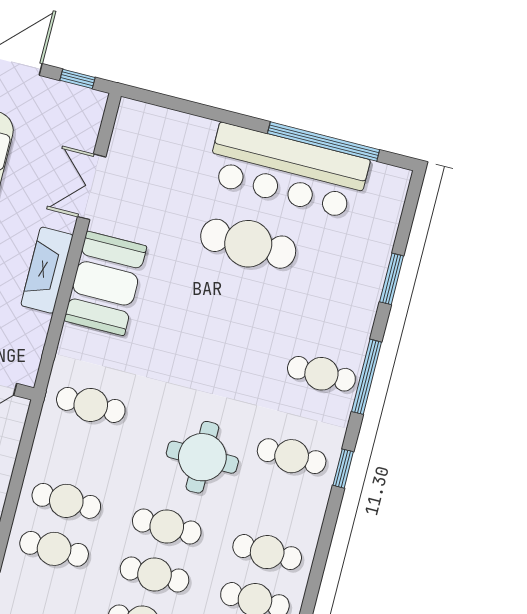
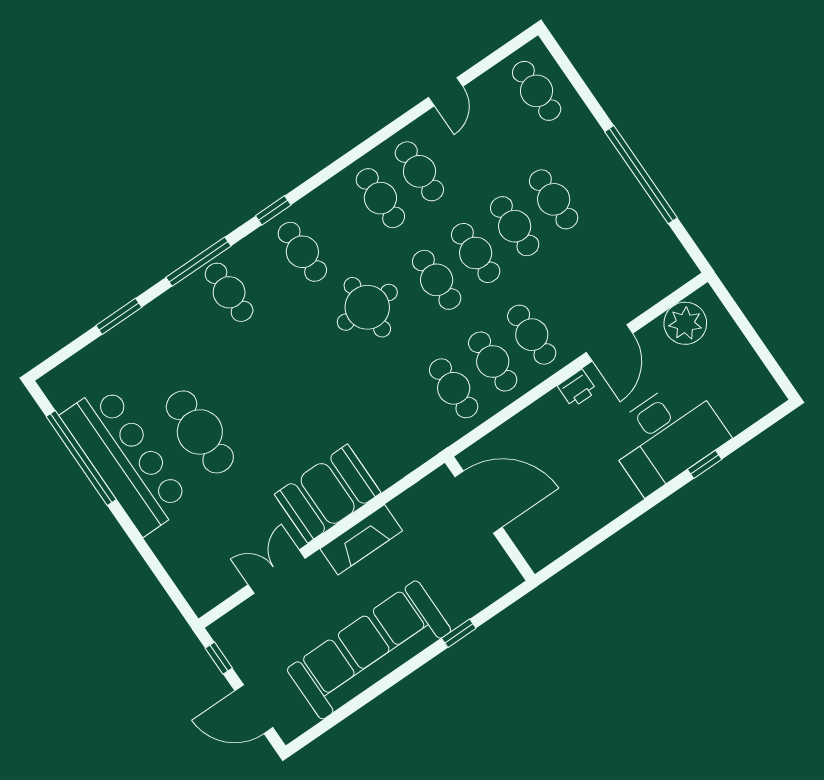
double door: (92, 187) -> (277, 572), swing flipped
cafe table: (91, 405) -> (454, 388), moved

